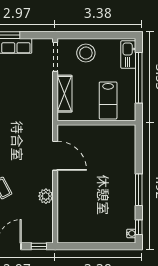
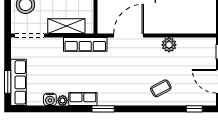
row of seats: (46, 113) -> (85, 44), added

